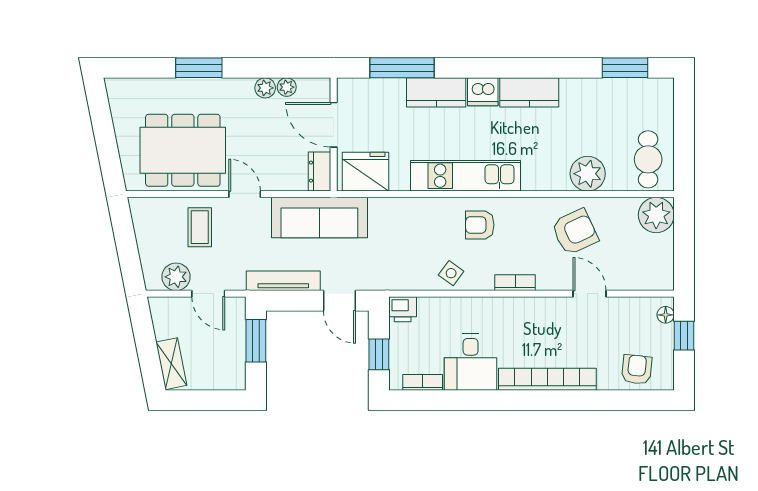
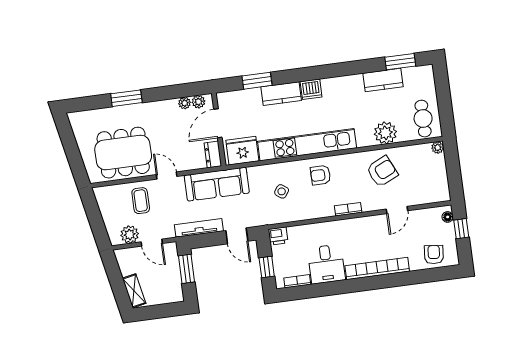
window: (402, 68) -> (257, 81), width x0.69
plant: (265, 88) -> (198, 102), moved
kitchen counter: (529, 92) -> (383, 80), moved
door: (334, 125) -> (218, 123), hinge flipped
kitchen unit: (465, 176) -> (307, 145), width x1.36
plant: (656, 215) -> (438, 148), width x0.53, depth x0.53
side table: (451, 273) -> (282, 191), moved
door: (590, 294) -> (397, 210), swing flipped

